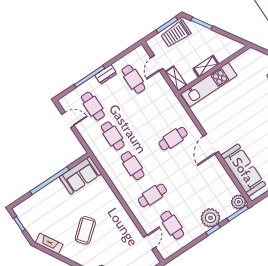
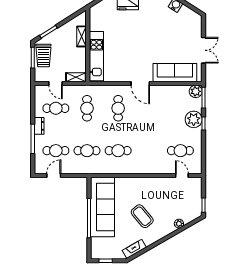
shelving: (206, 66) -> (82, 36), moved
sofa: (80, 175) -> (102, 207), width x1.85, depth x1.27
cafe table: (152, 195) -> (87, 108), moved

